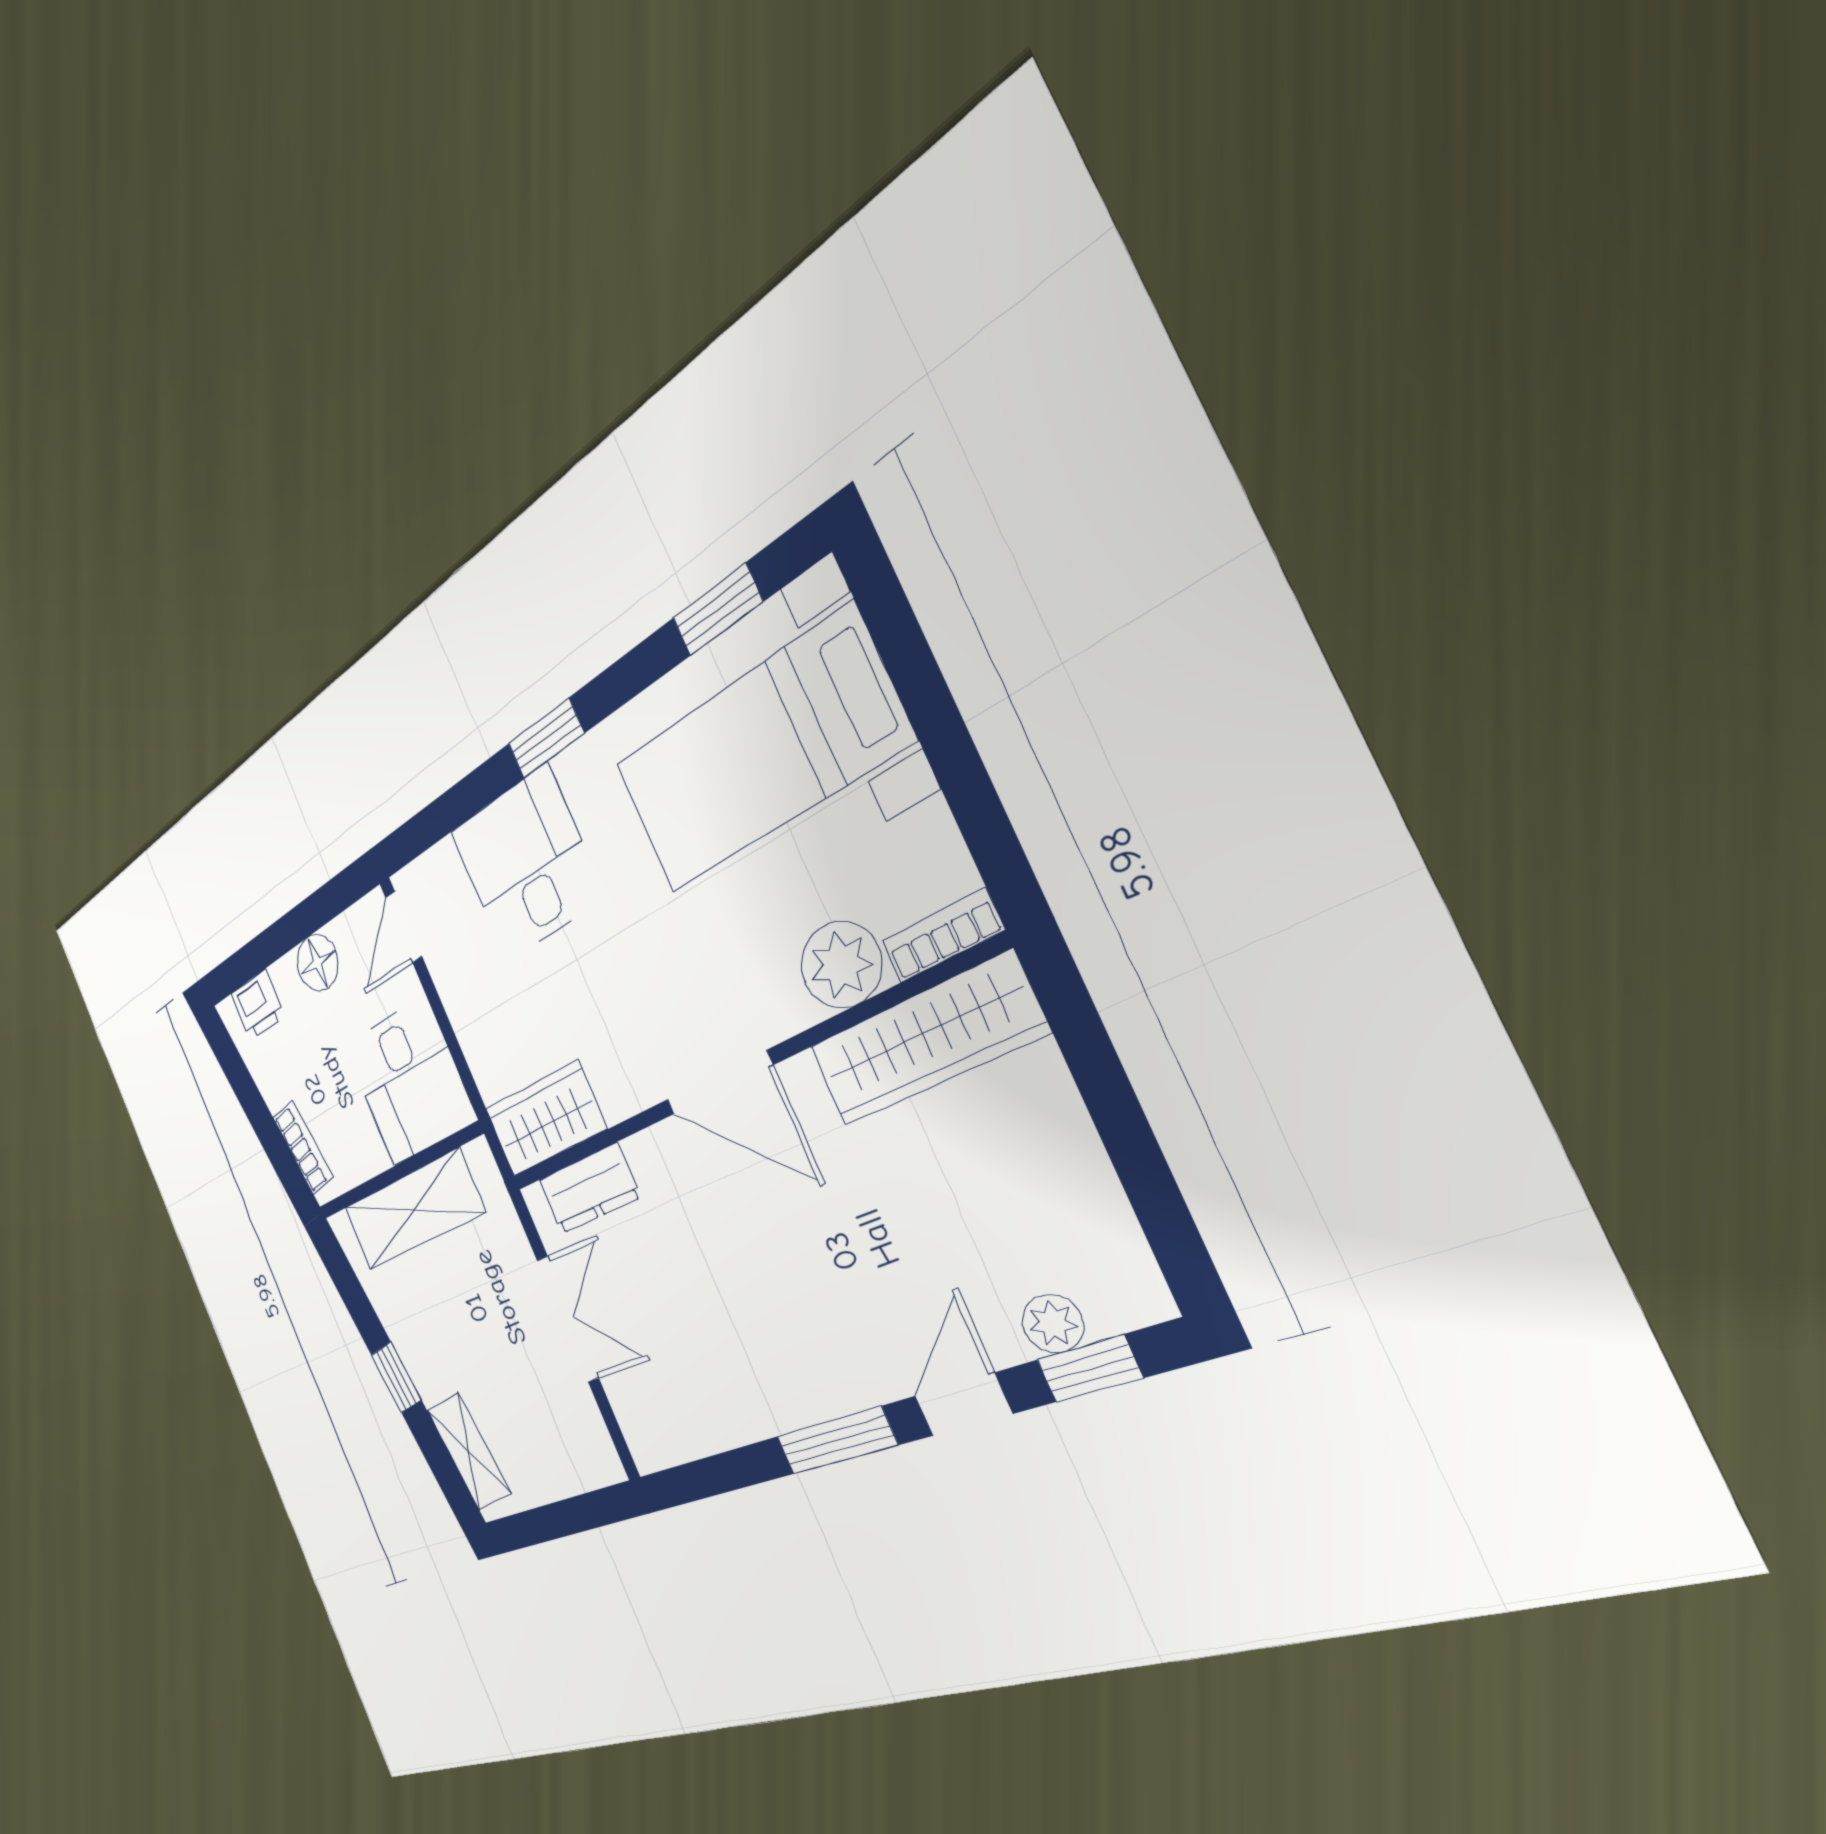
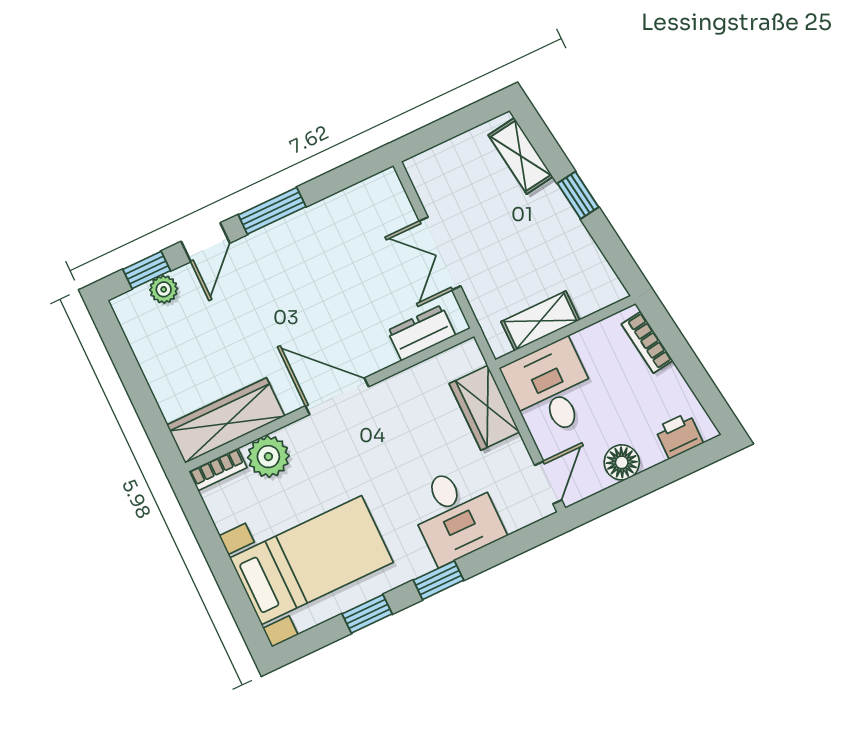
window: (717, 610) -> (367, 614), moved
wardrobe: (545, 1119) -> (484, 408), moved, turned 90
shelving: (413, 1210) -> (540, 321), width x0.67, depth x0.75

